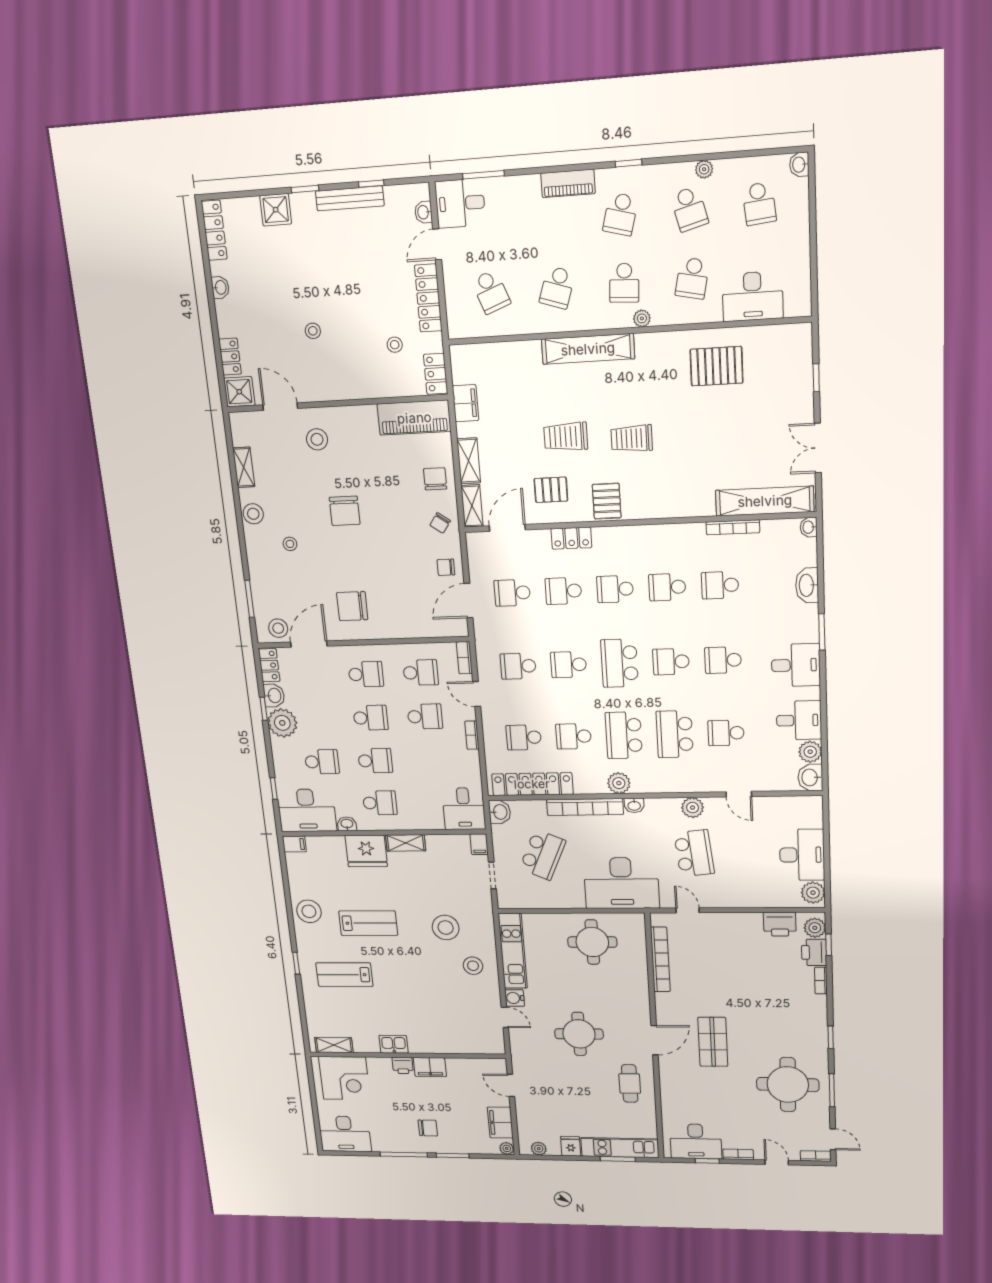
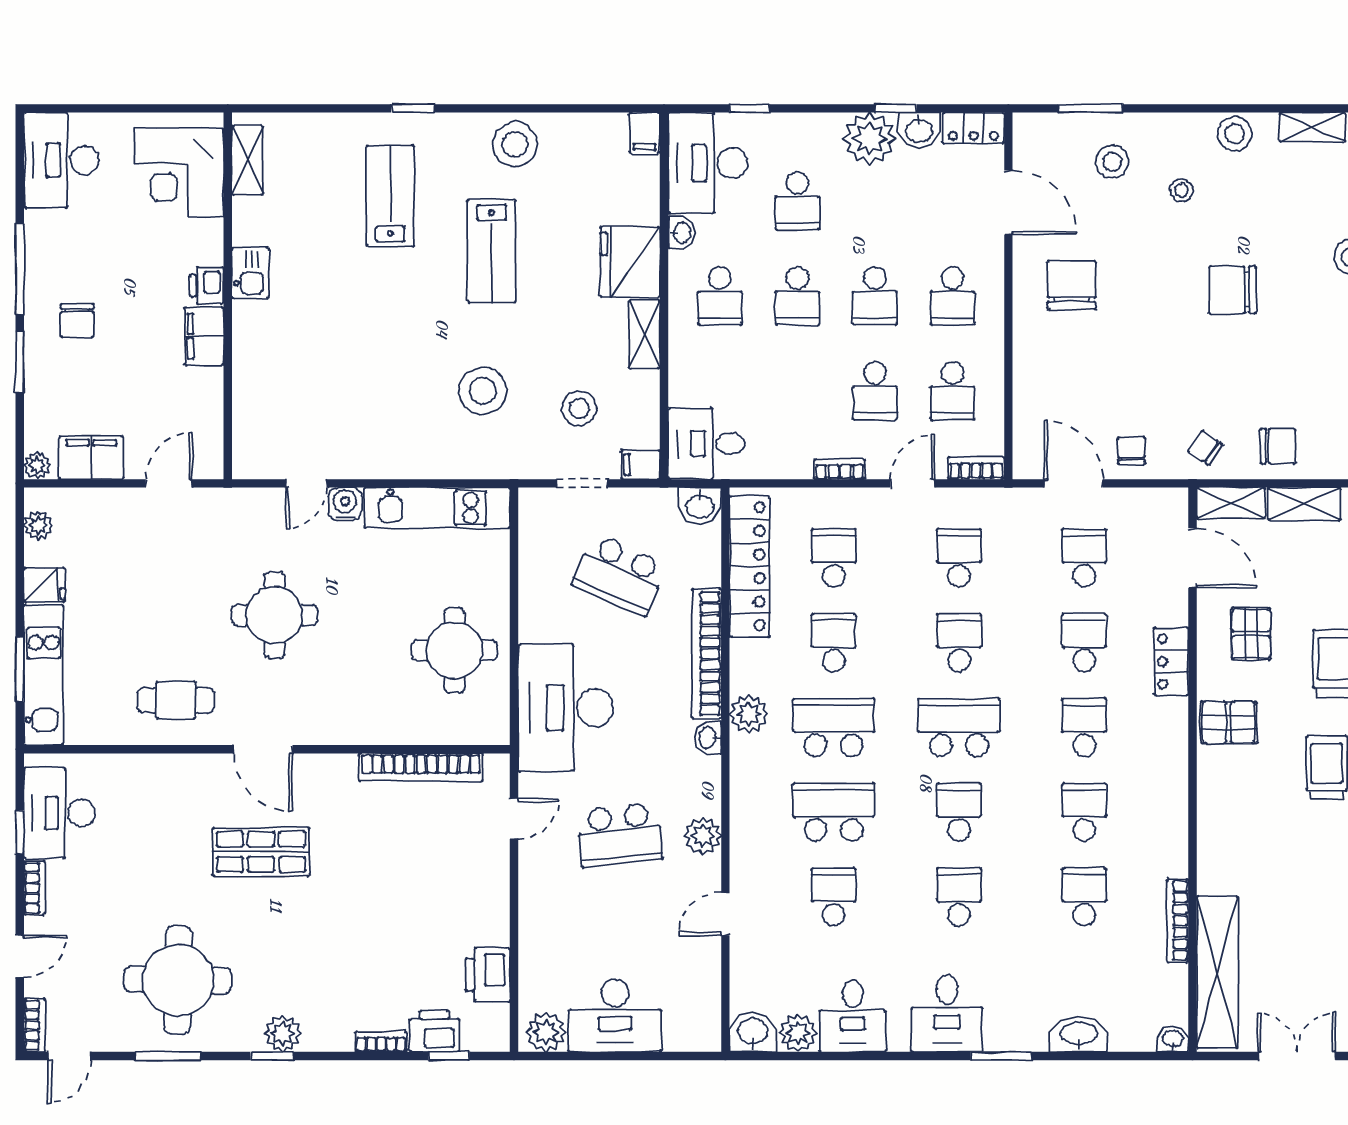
stool: (278, 628) -> (1112, 162), moved
plant: (815, 928) -> (283, 1034), moved
stool: (473, 966) -> (579, 408), moved

